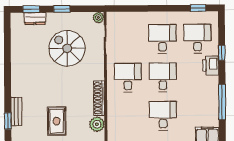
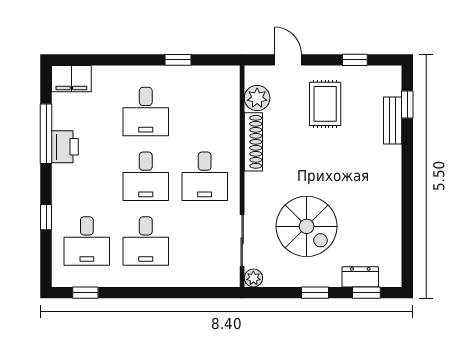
printer: (211, 65) -> (65, 147), moved

